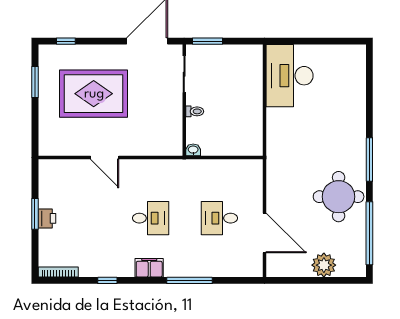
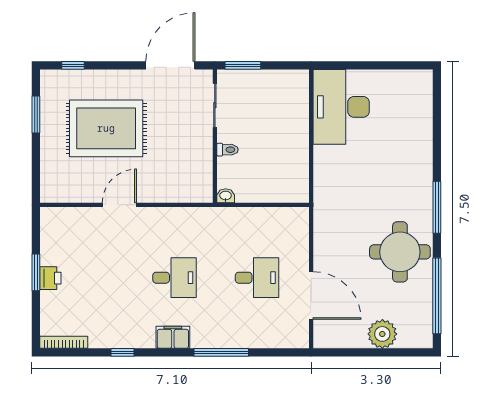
door: (105, 157) -> (119, 205), swing flipped
desk: (219, 218) -> (257, 278), turned 180

